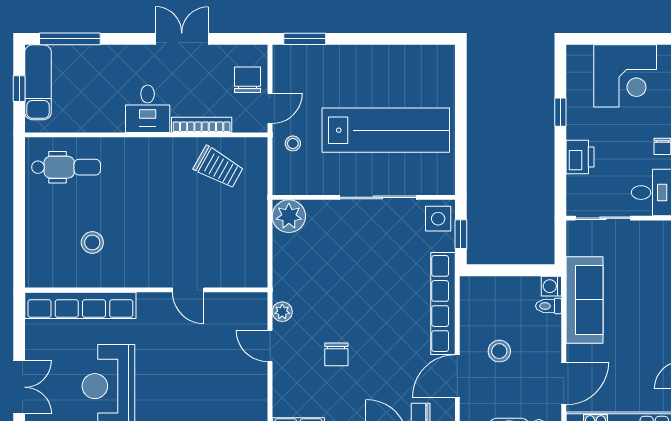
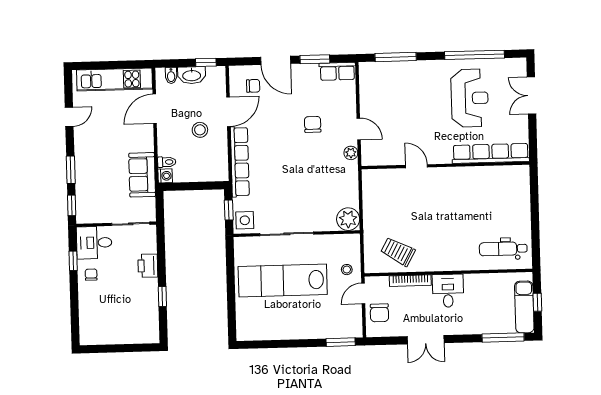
corner desk: (625, 76) -> (118, 323), removed
stool: (92, 243) -> (484, 197), removed
sofa: (585, 300) -> (142, 175), width x0.73

